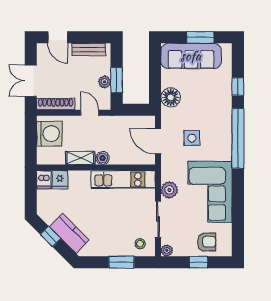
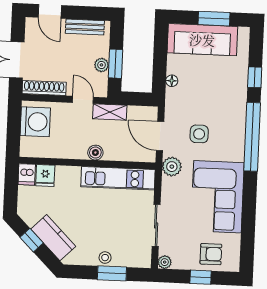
floor lamp: (171, 97) -> (172, 81), width x0.53, depth x0.53
shelving: (80, 158) -> (110, 112), moved
plant: (169, 190) -> (172, 167), moved
stool: (140, 244) -> (105, 258), moved

